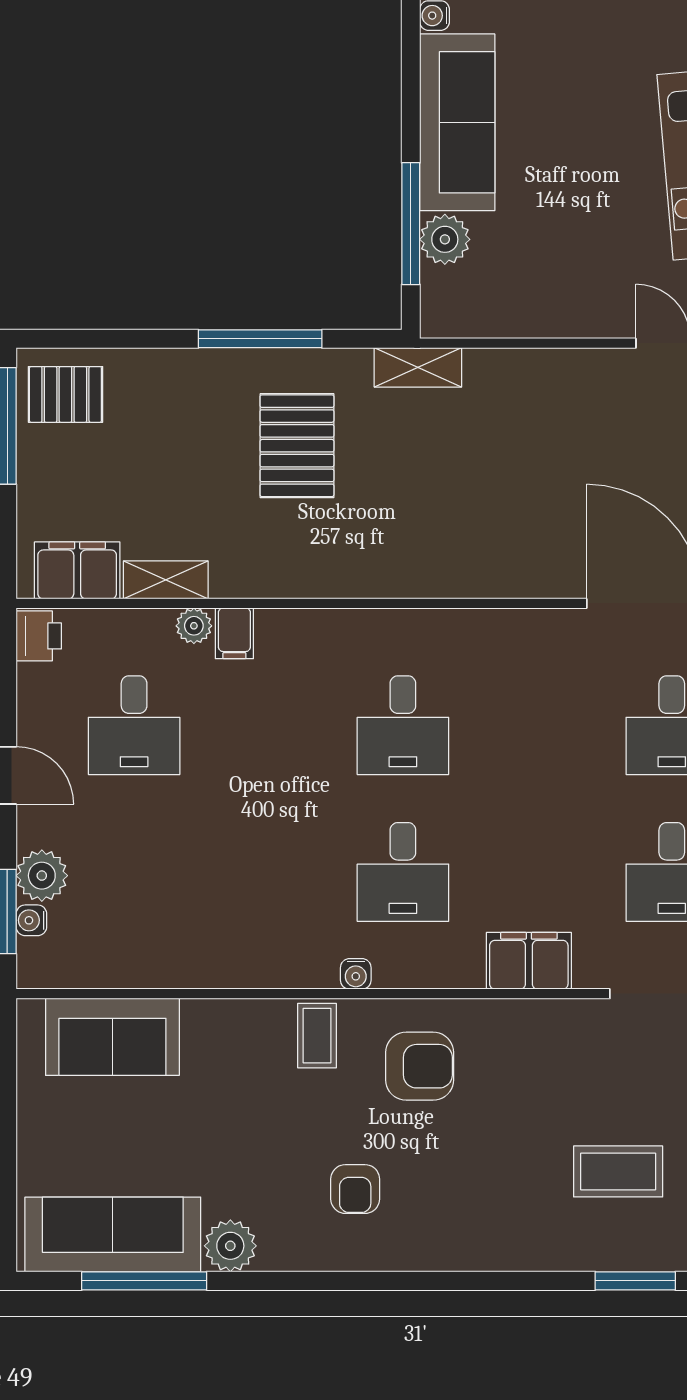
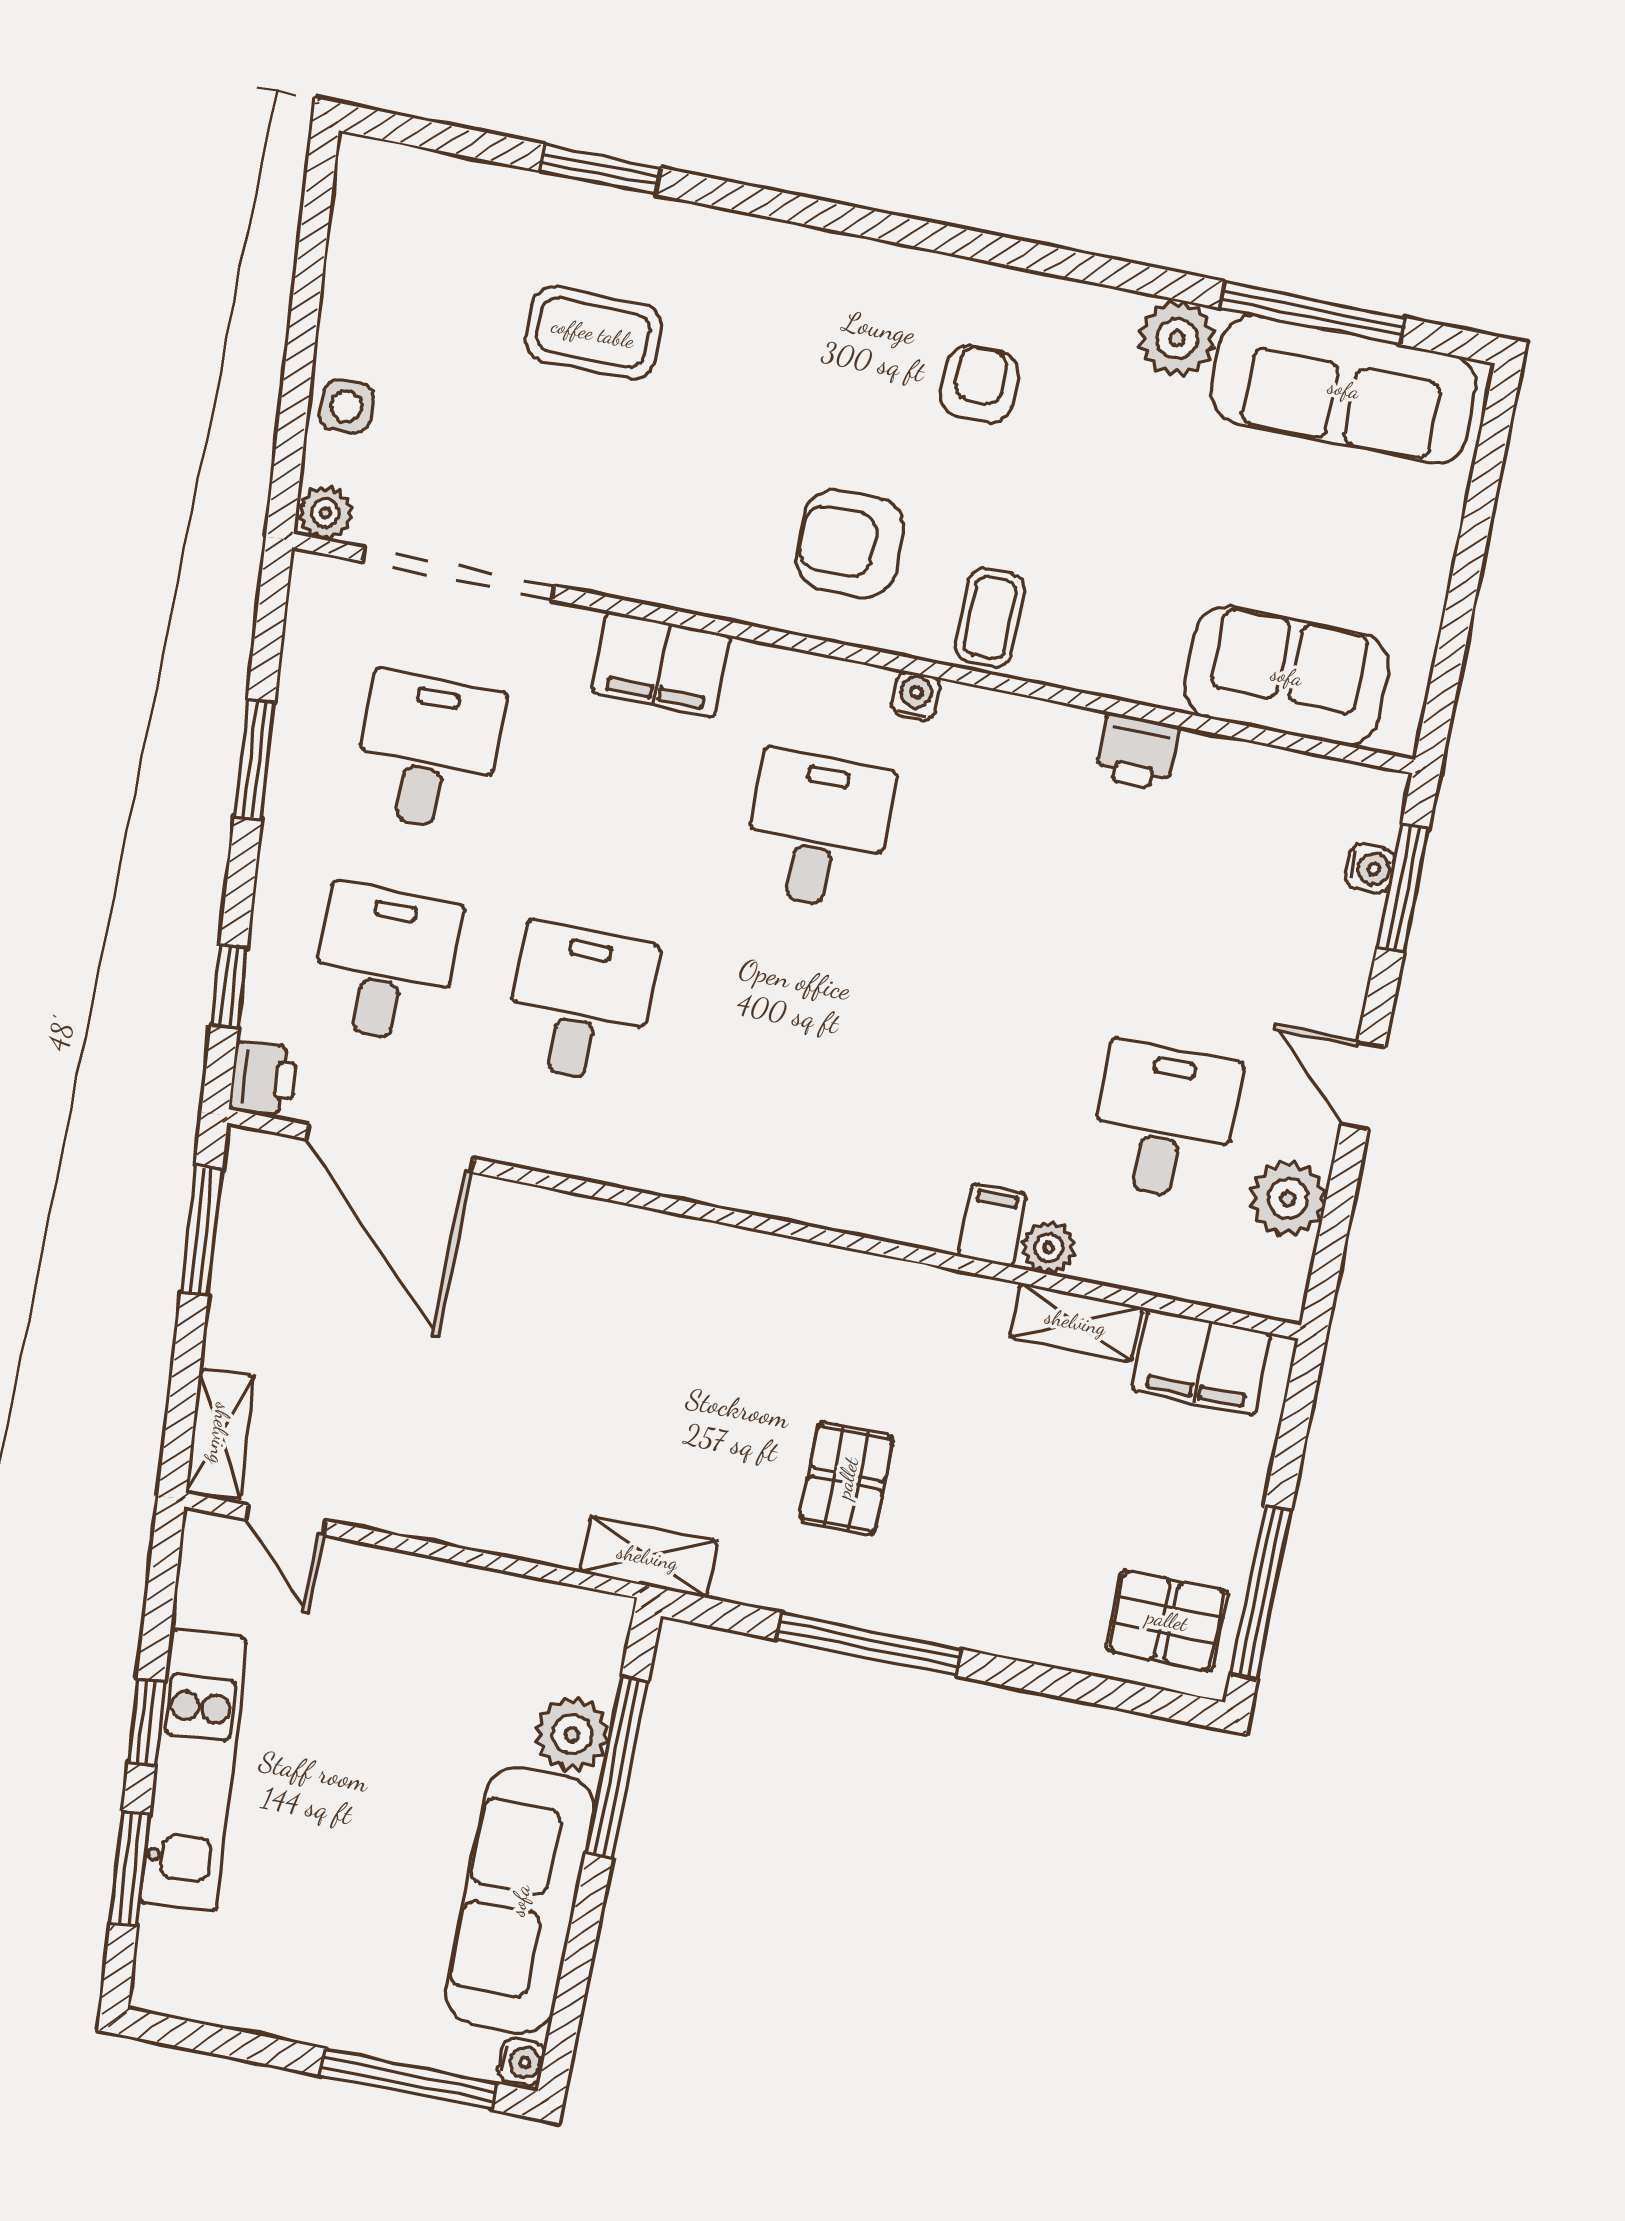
pallet: (297, 446) -> (847, 1478), width x0.67, depth x0.71
printer: (39, 636) -> (1137, 752), moved, turned -90
desk: (403, 725) -> (580, 1003), moved
plant: (42, 876) -> (1288, 1199), moved

